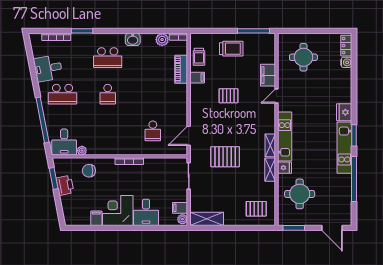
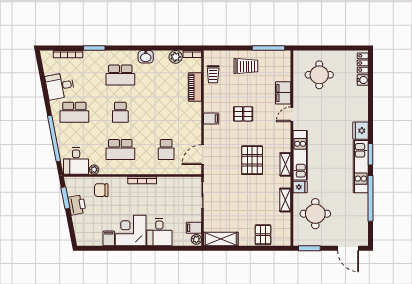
filing cabinet: (197, 78) -> (211, 119), moved
school desk: (108, 131) -> (120, 150), added
pallet: (225, 157) -> (252, 160), moved, turned 90
shelving: (270, 170) -> (285, 200), moved
pallet: (256, 209) -> (263, 235), moved, turned 90

